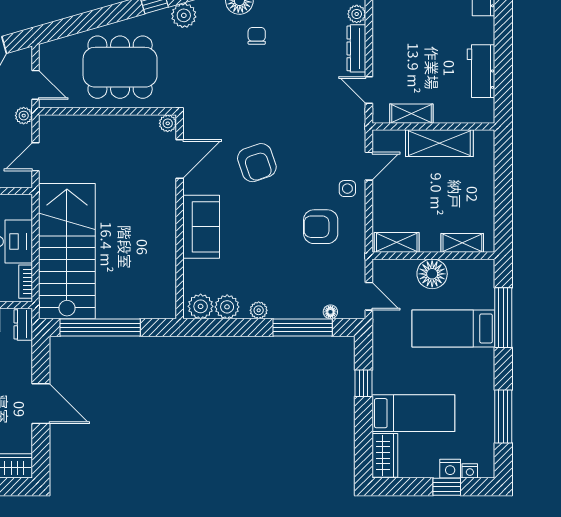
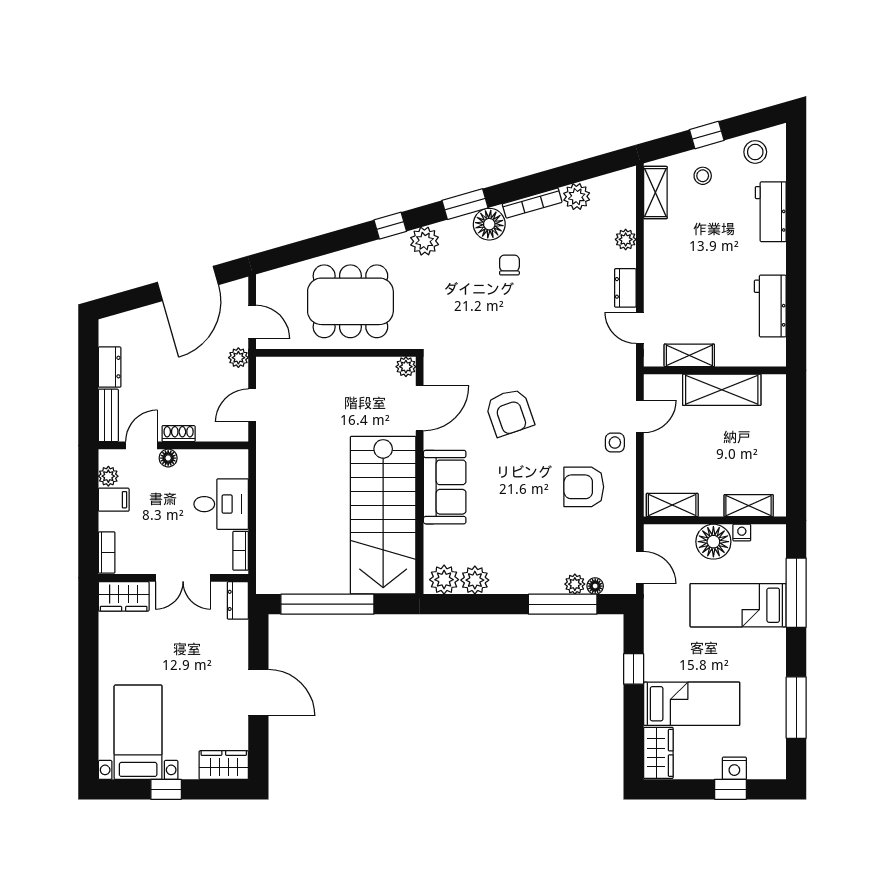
dresser: (356, 48) -> (625, 288), width x0.70
stairs: (67, 251) -> (383, 515), moved, turned 180
plant: (259, 310) -> (575, 584), moved
nightstand: (470, 471) -> (742, 533), moved, turned 180

